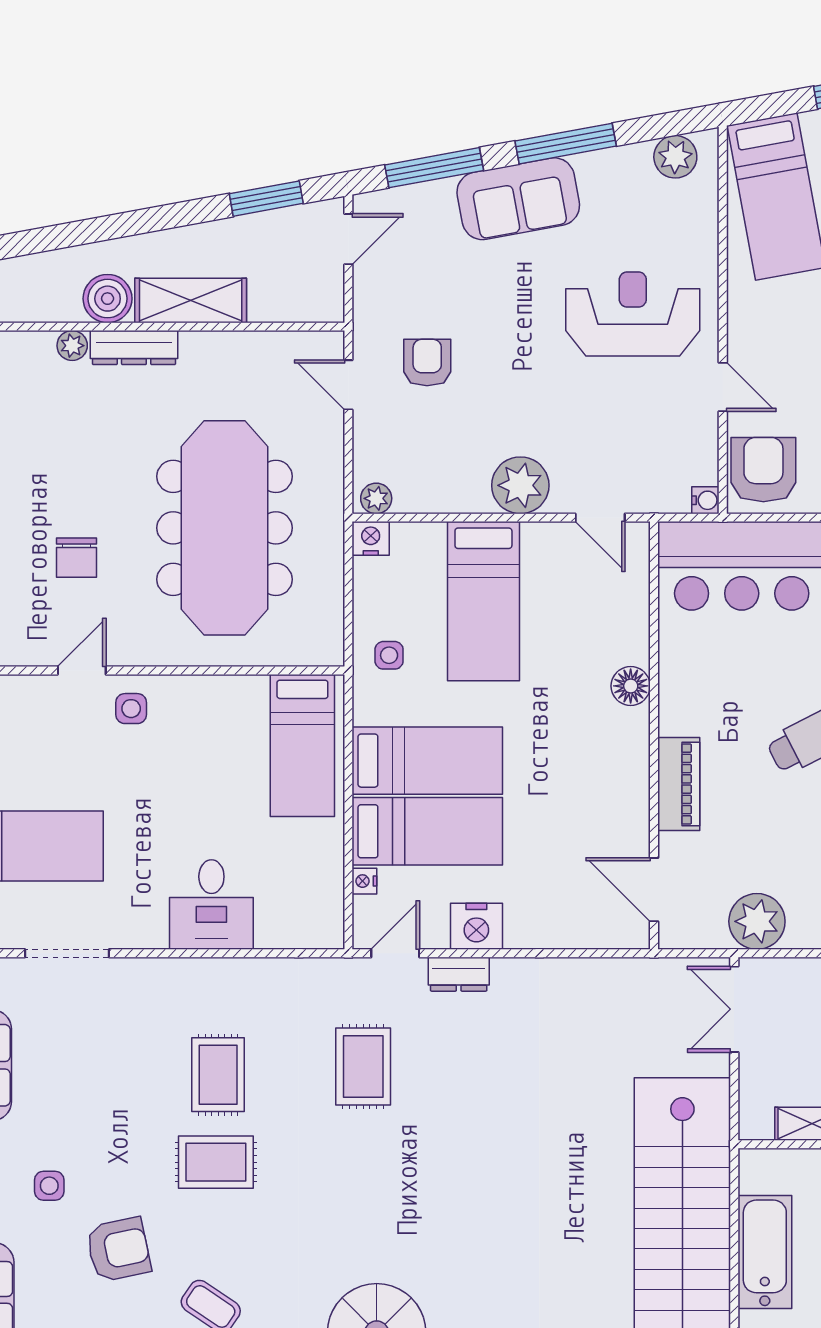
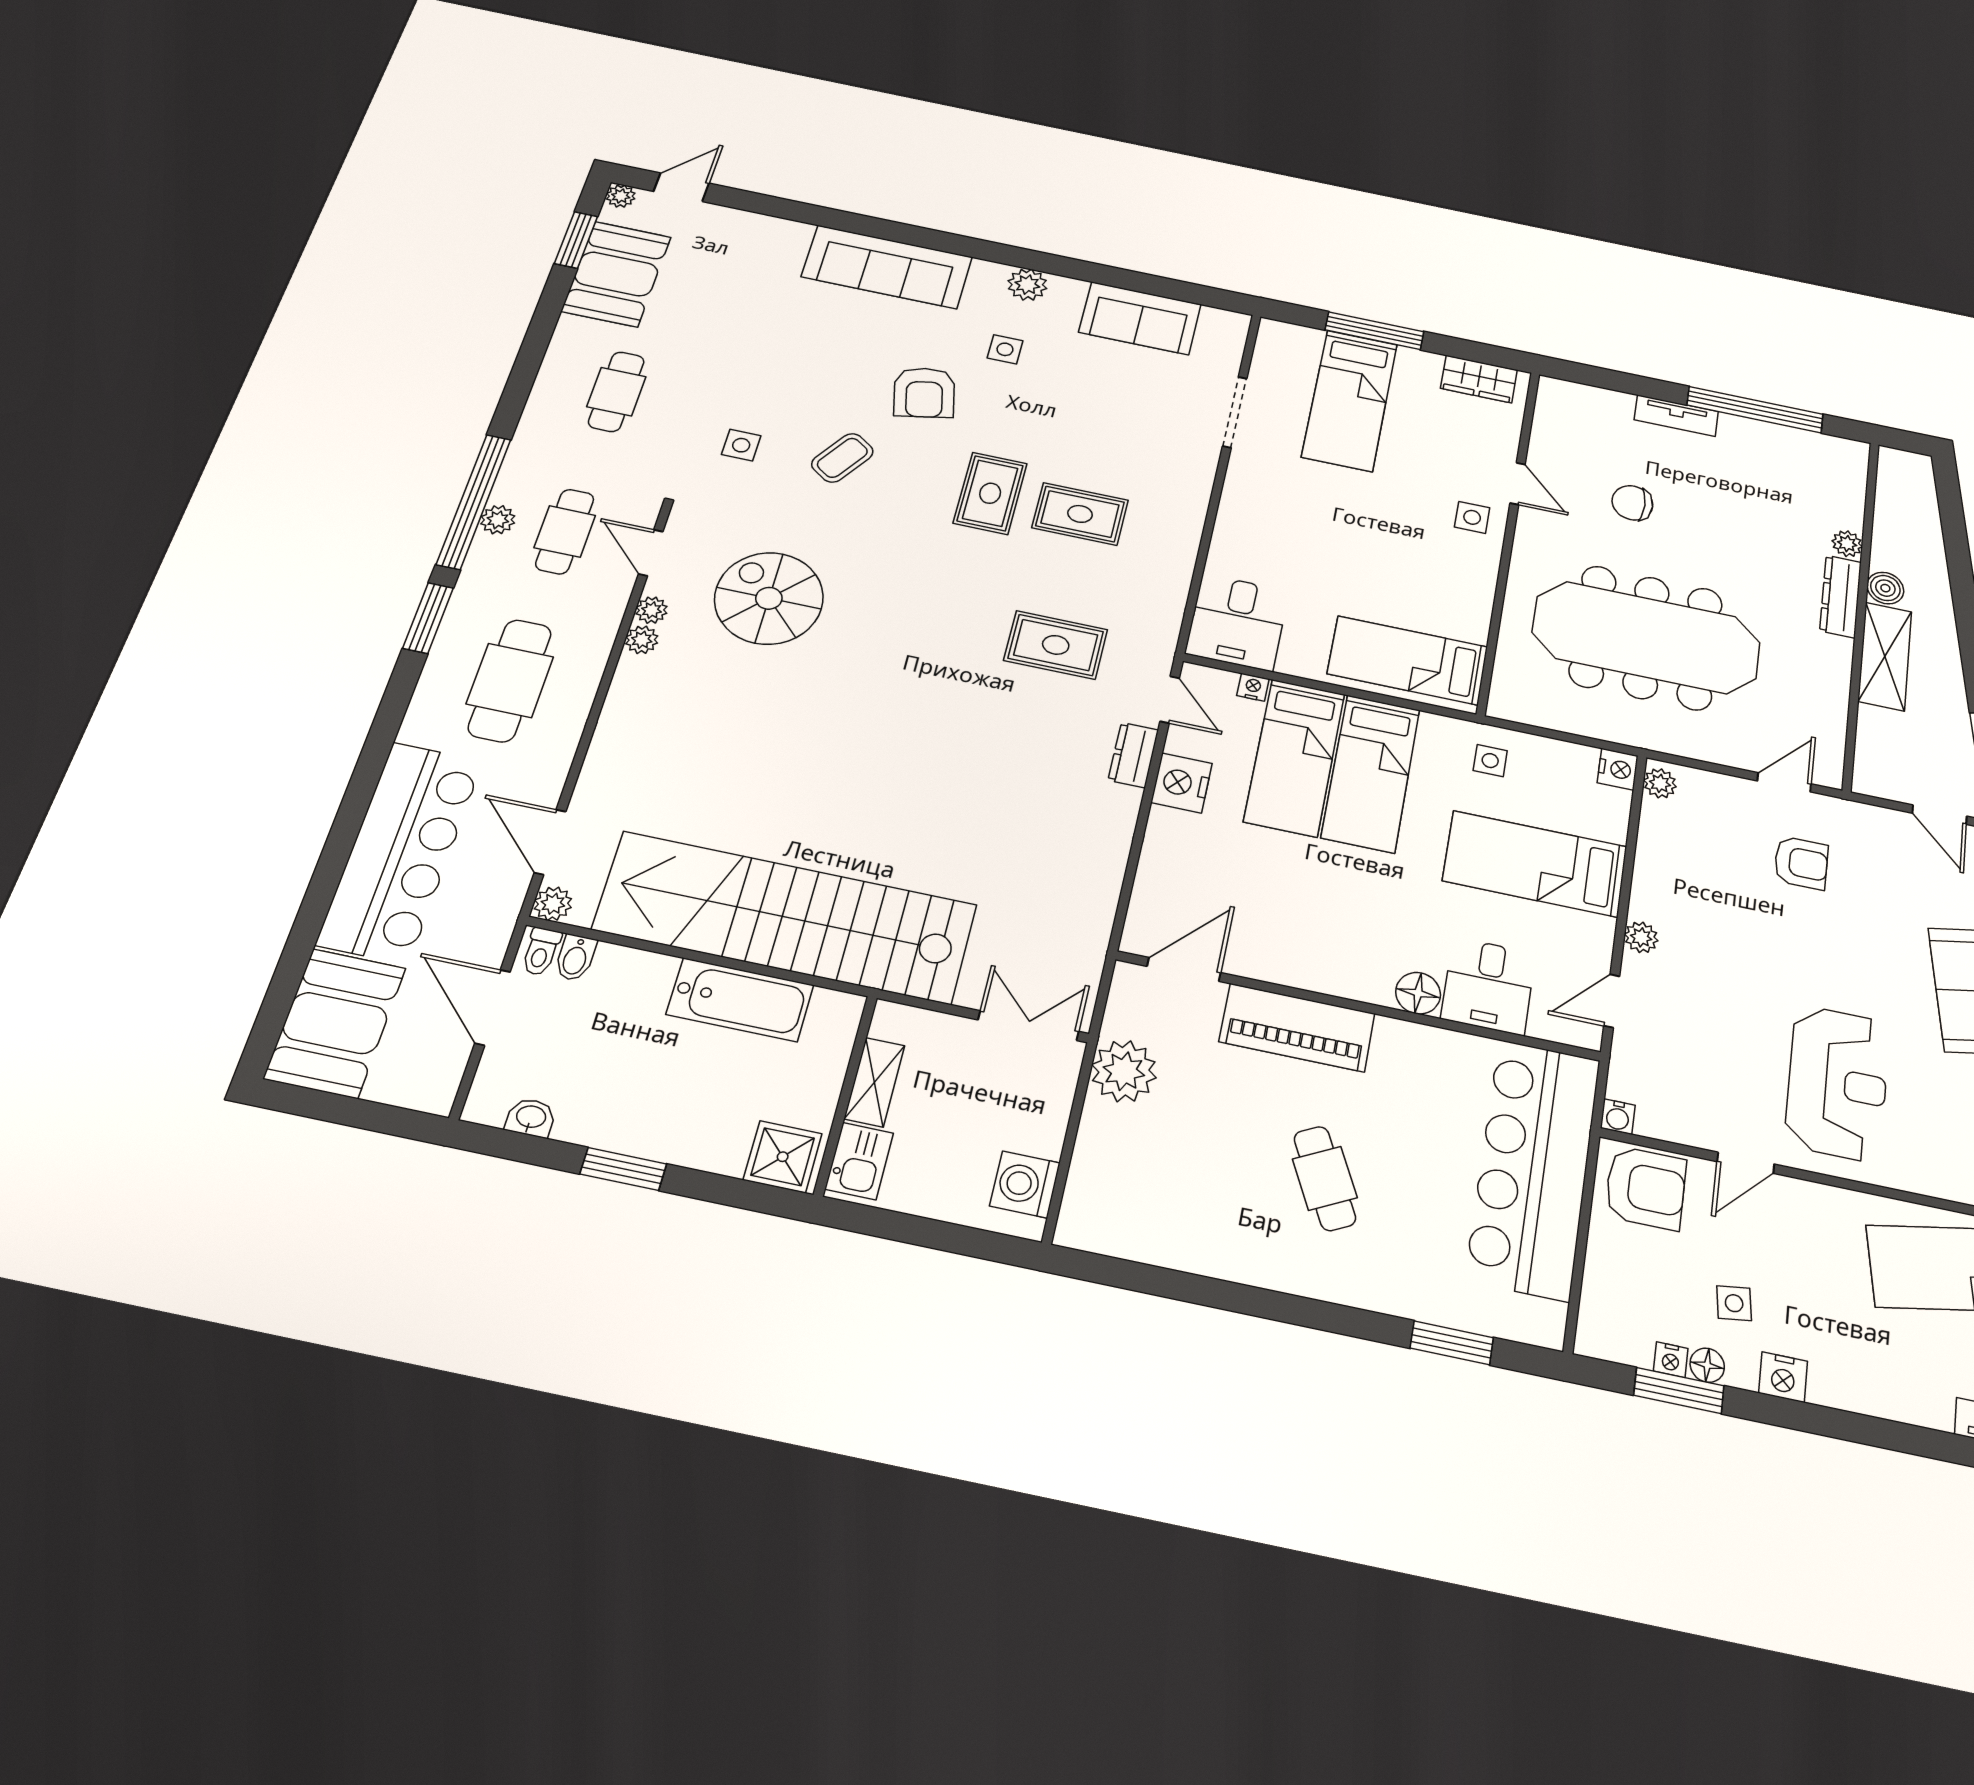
boiler: (108, 299) -> (1885, 588), width x0.73, depth x0.73
plant: (520, 485) -> (1641, 937), width x0.53, depth x0.53
desk: (610, 626) -> (1488, 986), added
piano: (679, 784) -> (1297, 1028), width x1.37, depth x1.33
desk: (211, 904) -> (1237, 622), moved, turned -90

